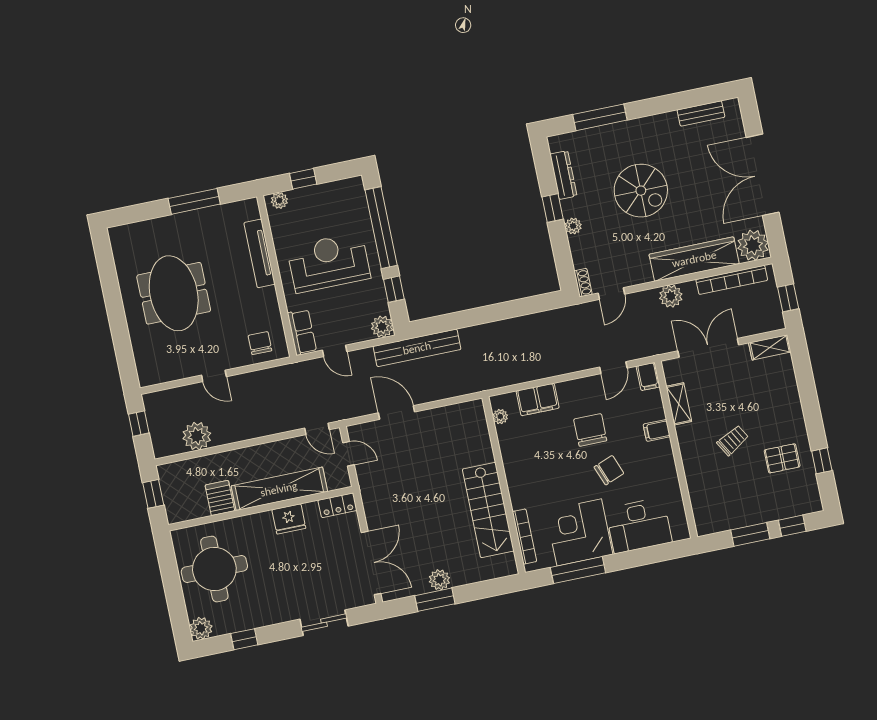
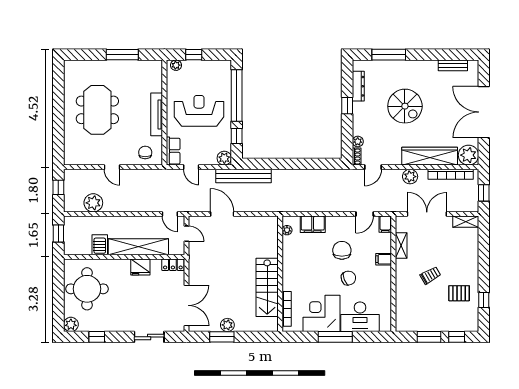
plant: (573, 226) -> (358, 141), moved
tv unit: (259, 253) -> (157, 114), moved
window: (578, 570) -> (335, 337), moved

